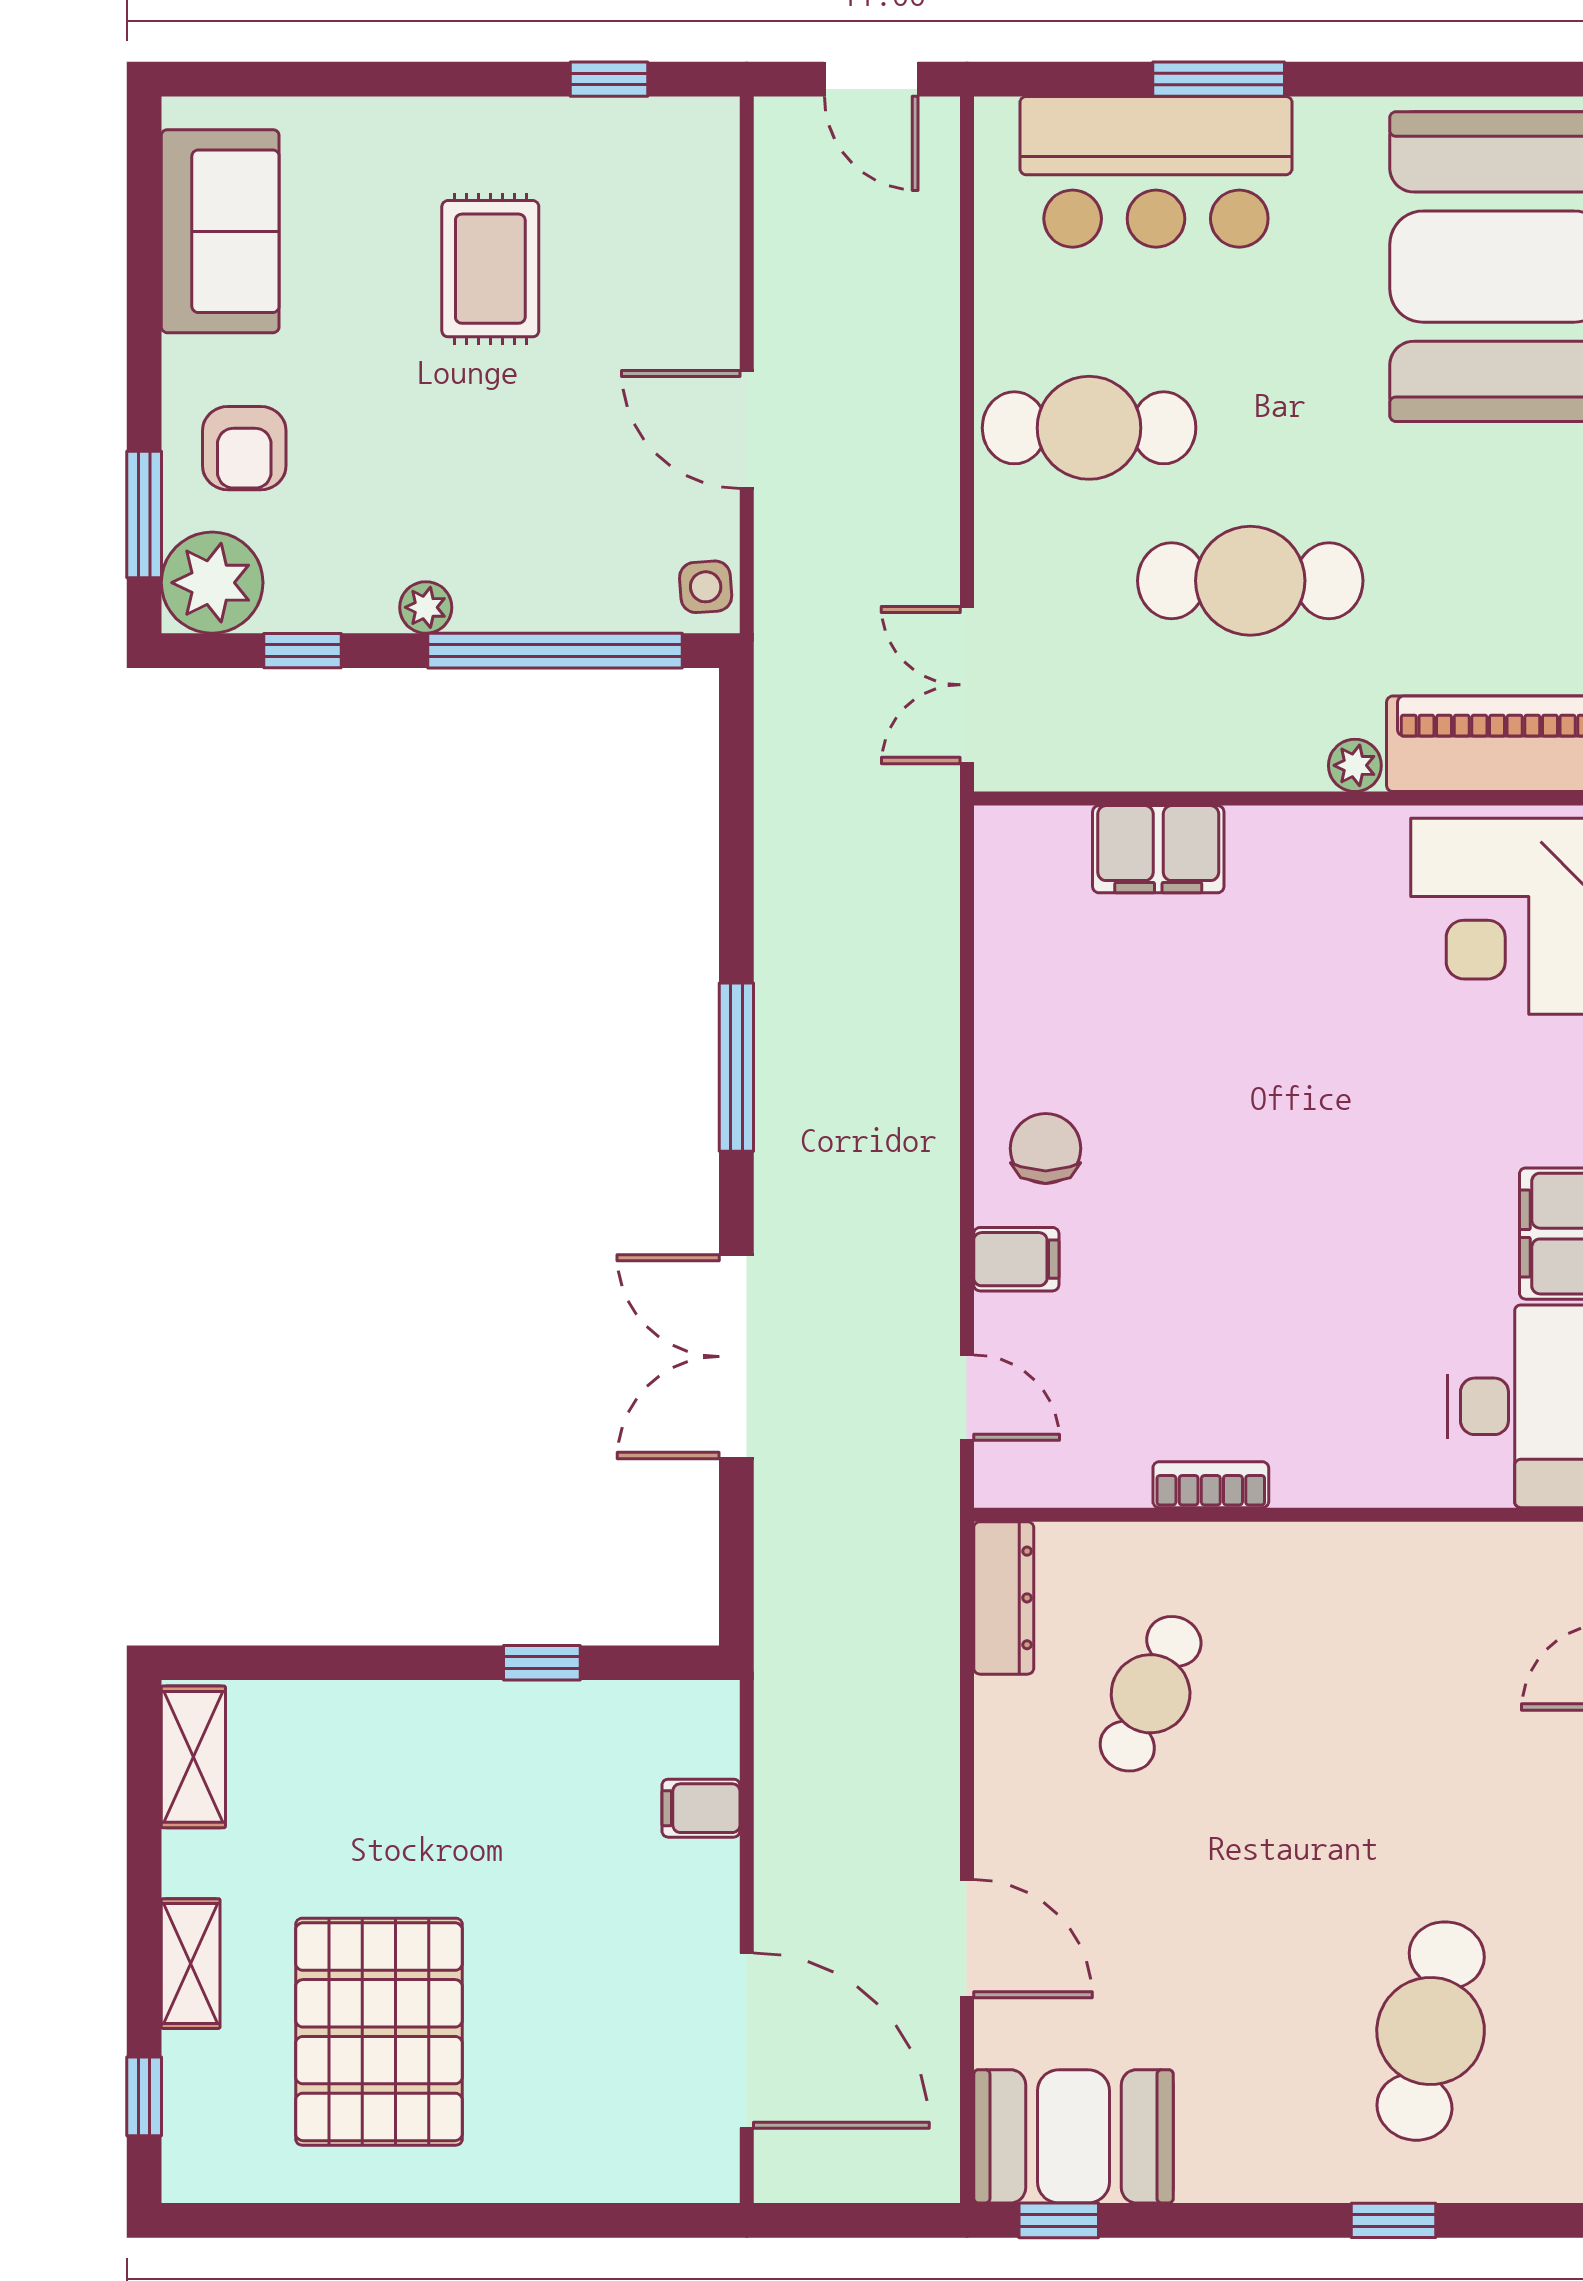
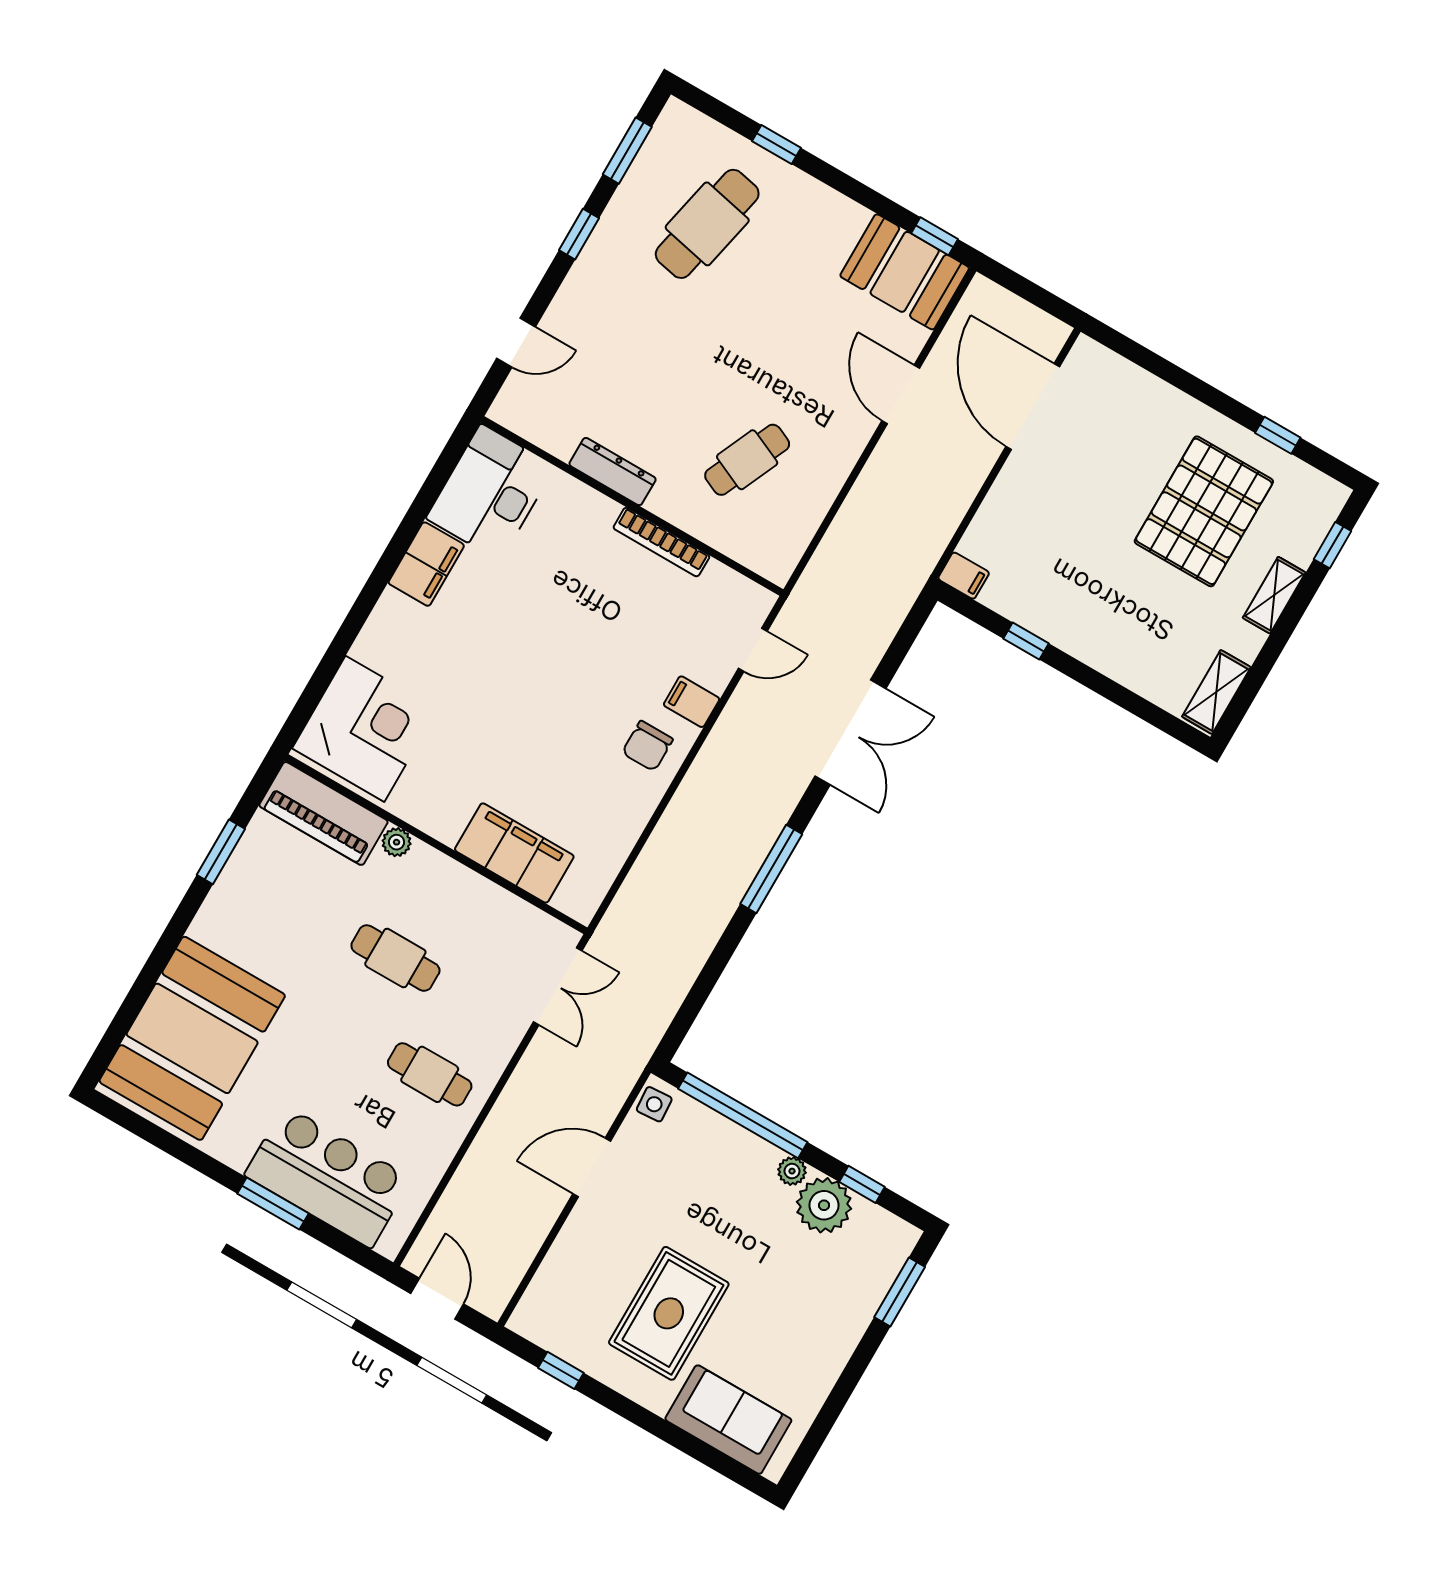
sofa: (220, 231) -> (728, 1420), moved, turned 90
rug: (490, 269) -> (669, 1313), width x1.36, depth x1.43
cafe table: (1089, 428) -> (430, 1074), width x0.73, depth x0.74
door: (747, 429) -> (592, 1167), swing flipped
armchair: (244, 448) -> (834, 1296), removed
cafe table: (1250, 581) -> (395, 958), width x0.73, depth x0.74
plant: (212, 583) -> (824, 1205), moved
filing cabinet: (1158, 849) -> (514, 853), width x1.50, depth x1.17
door: (967, 1398) -> (753, 650), swing flipped
bookcase: (1211, 1485) -> (661, 542), width x1.56
dresser: (1004, 1598) -> (613, 472), moved, turned 90
filing cabinet: (701, 1808) -> (964, 576), moved
window: (332, 2220) -> (1278, 435), added

